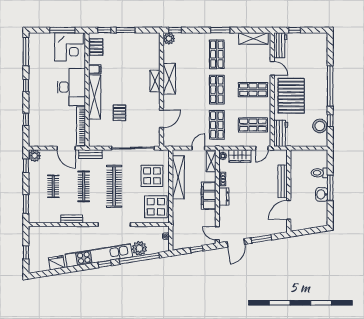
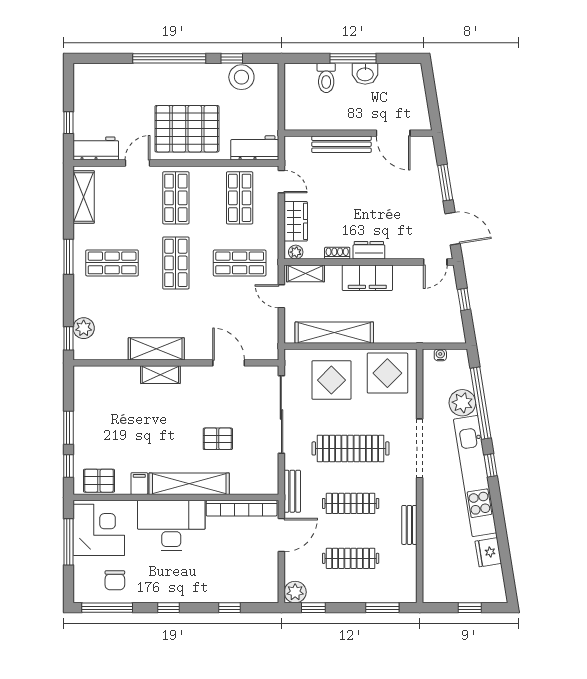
plant: (169, 39) -> (84, 328), moved
chair: (41, 56) -> (115, 580), added
shop shelf: (217, 90) -> (176, 263), turned 90
clothes rail: (53, 186) -> (351, 558), width x1.36

